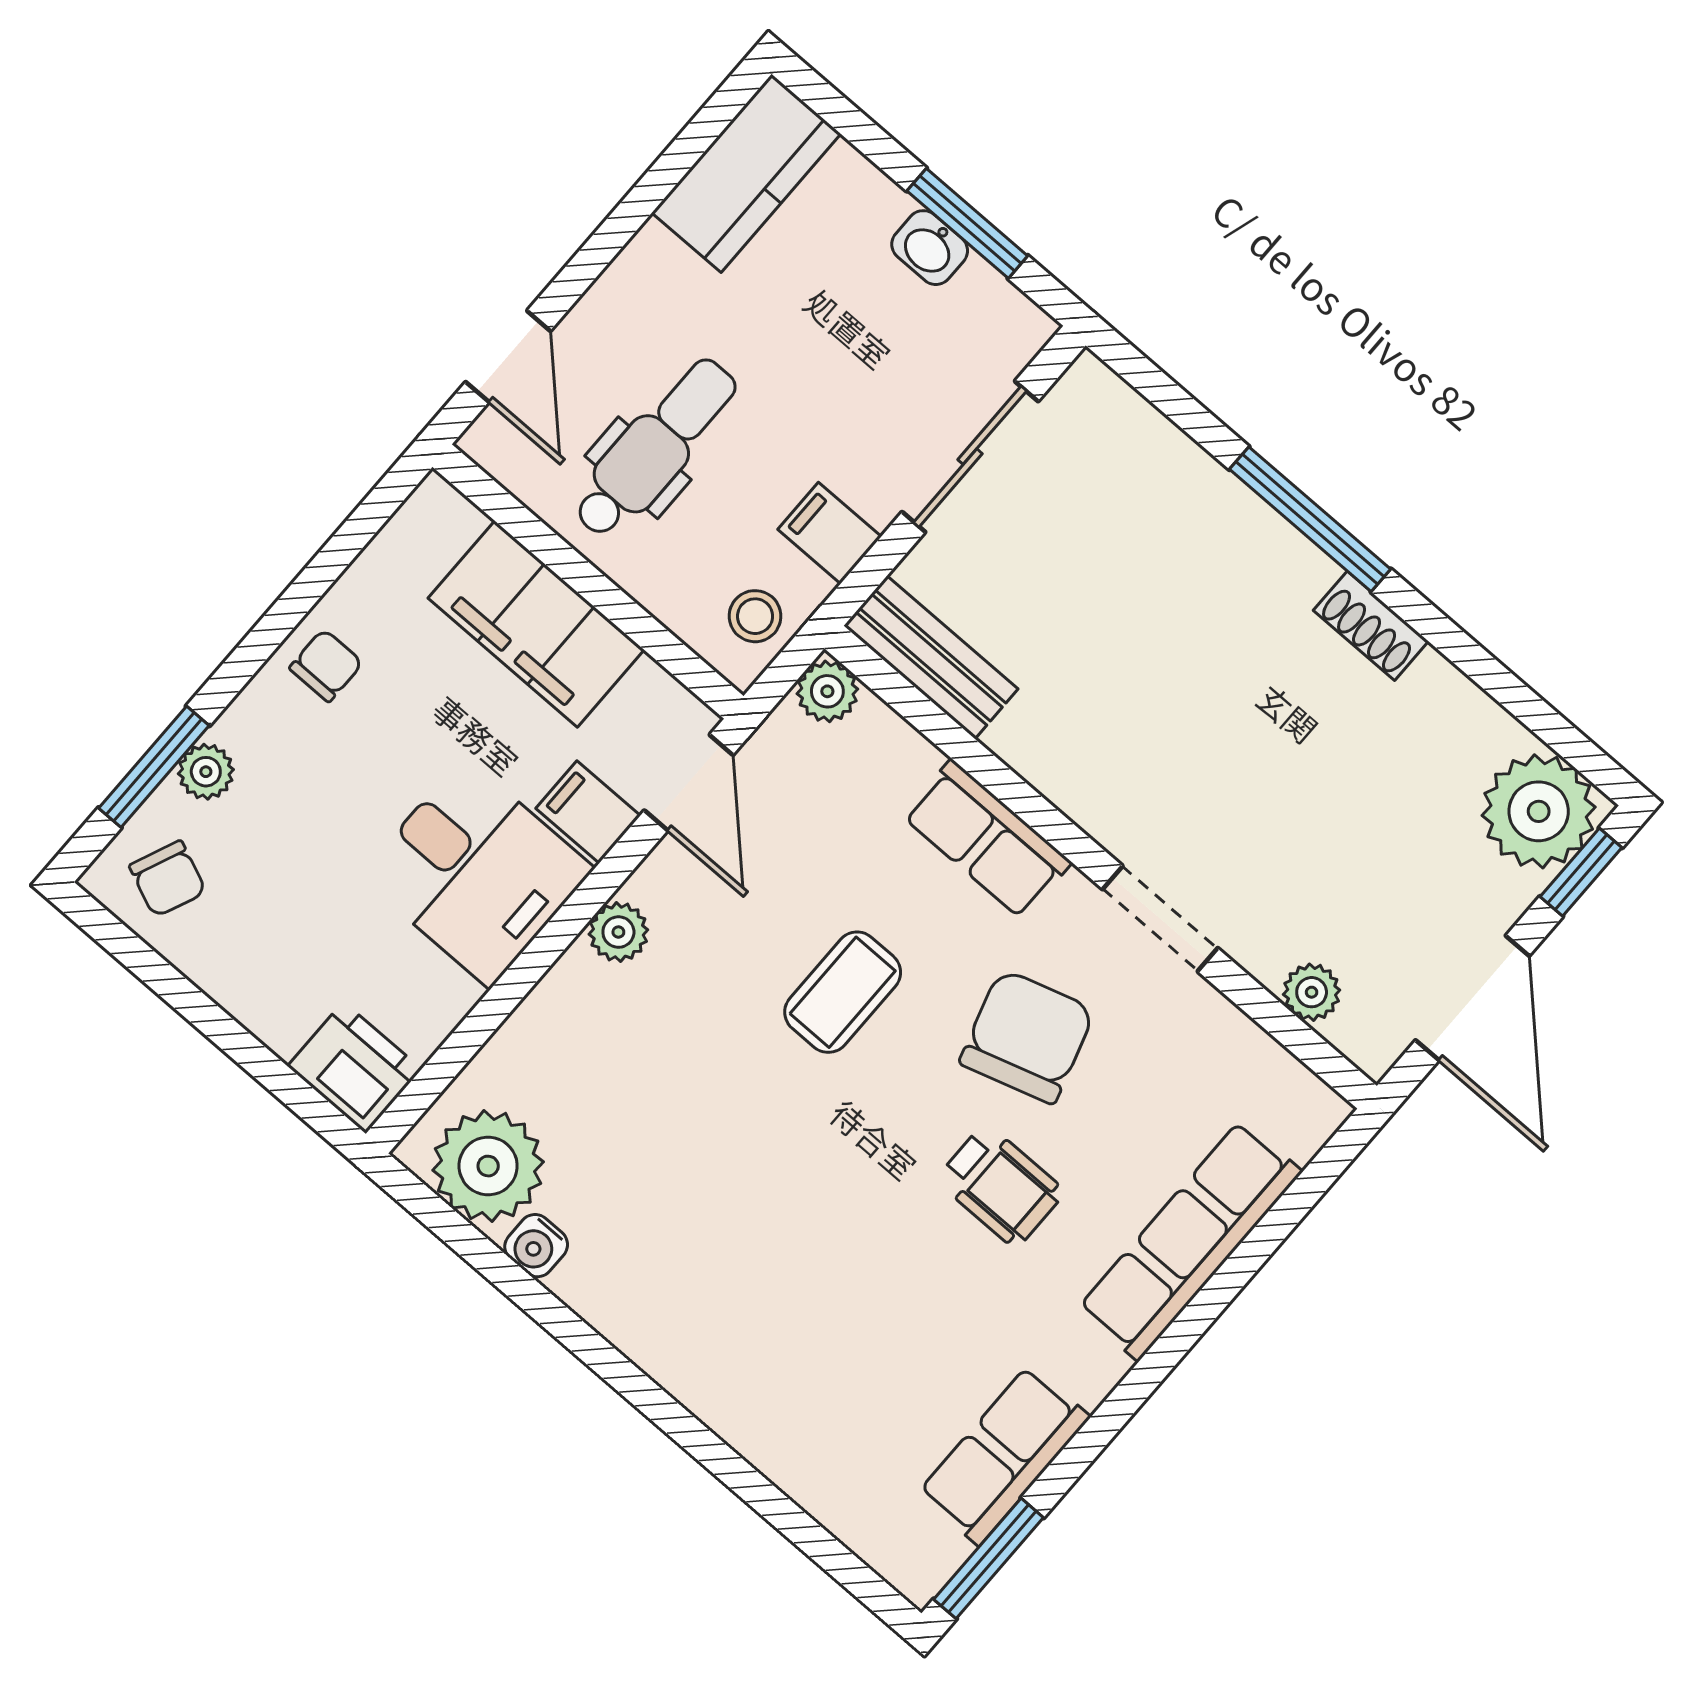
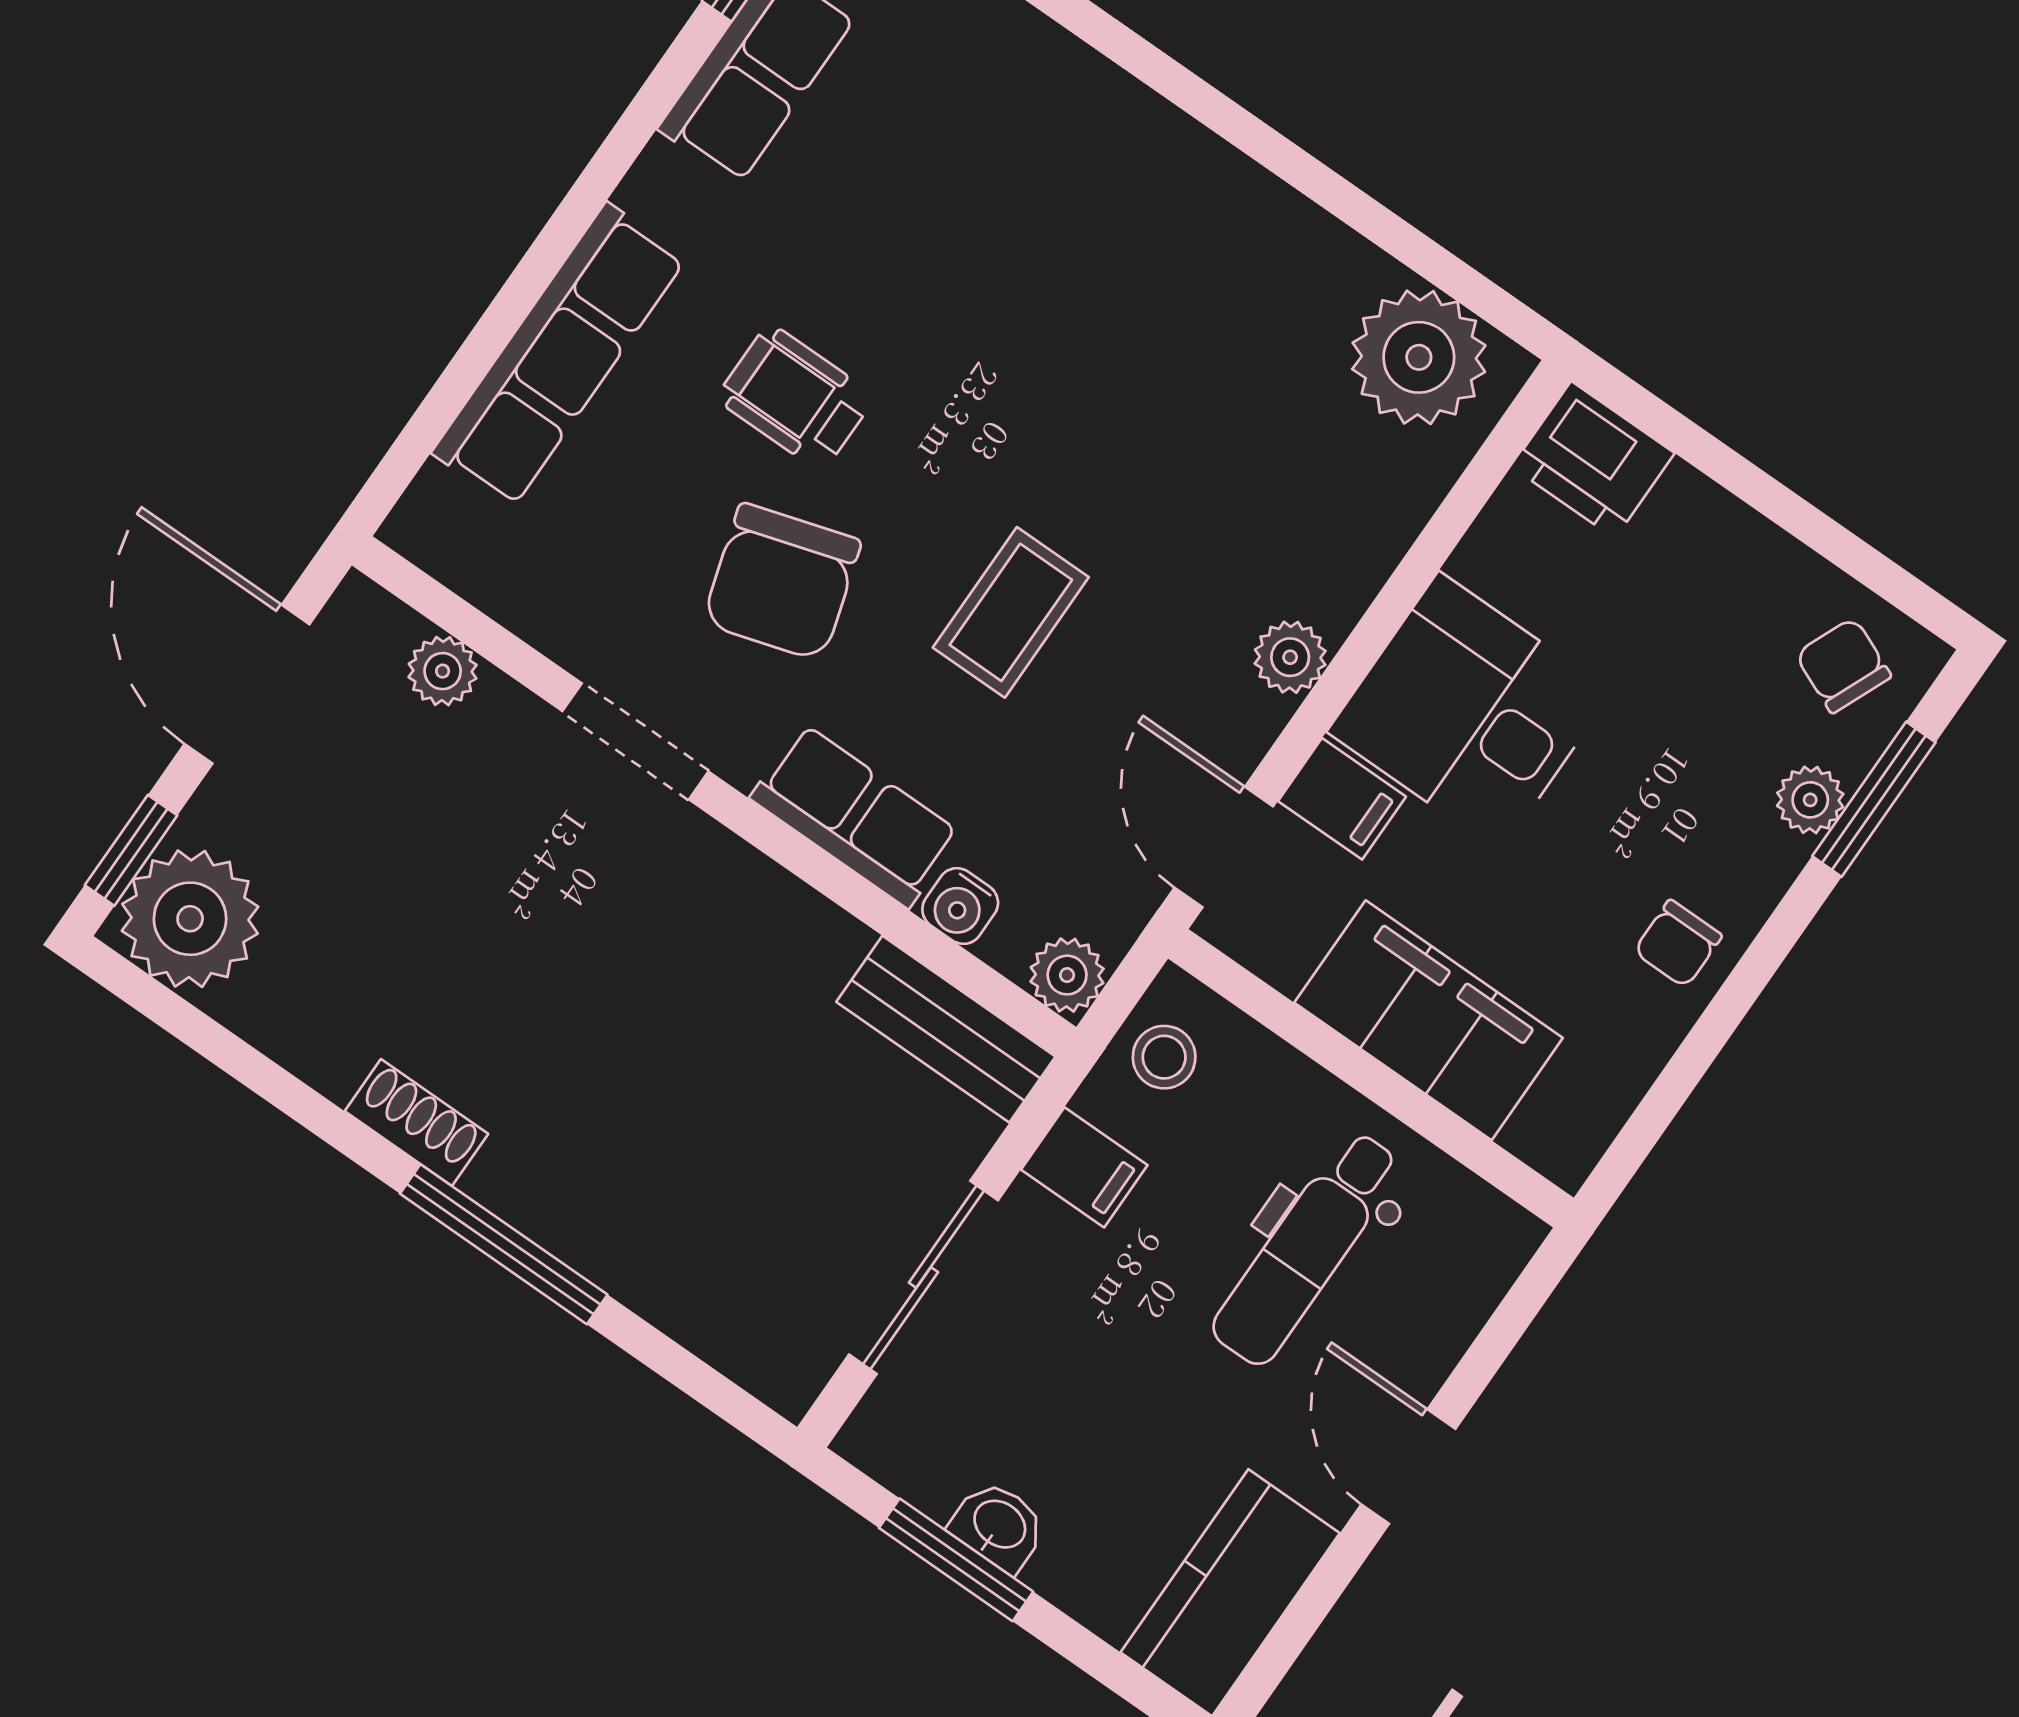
door: (508, 356) -> (1408, 1467), moved
water cooler: (536, 1246) -> (960, 906), moved, turned 180

